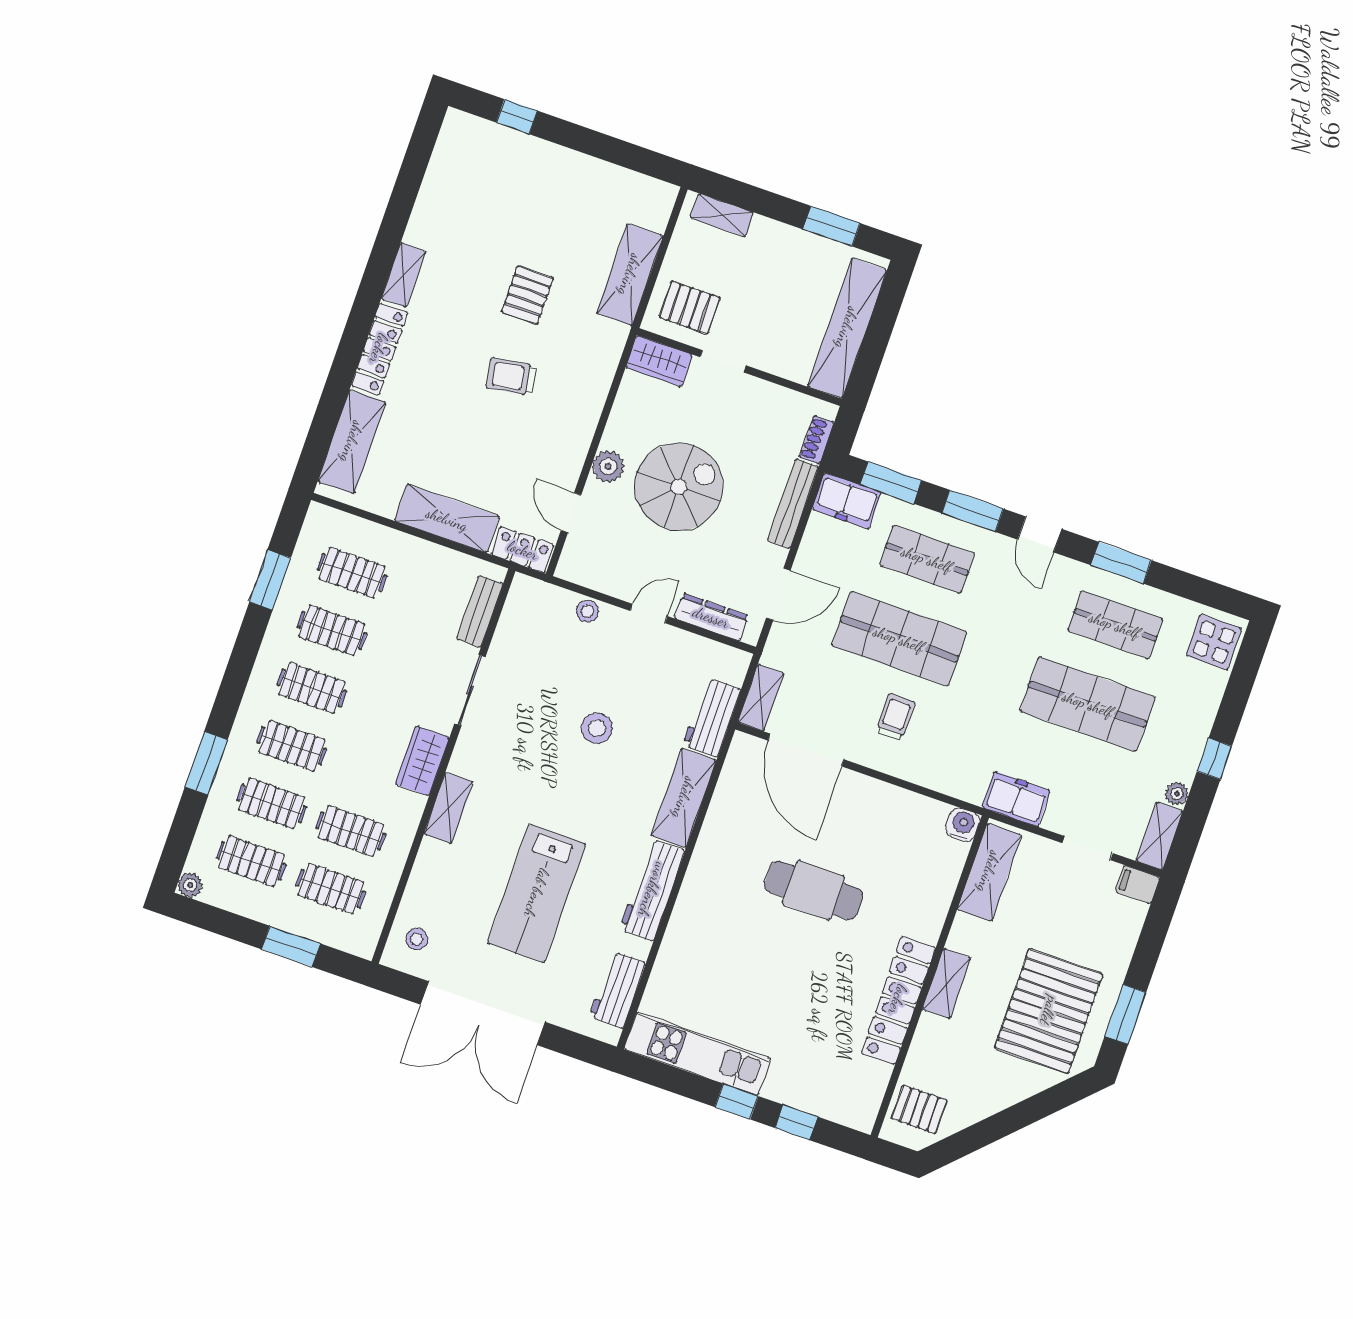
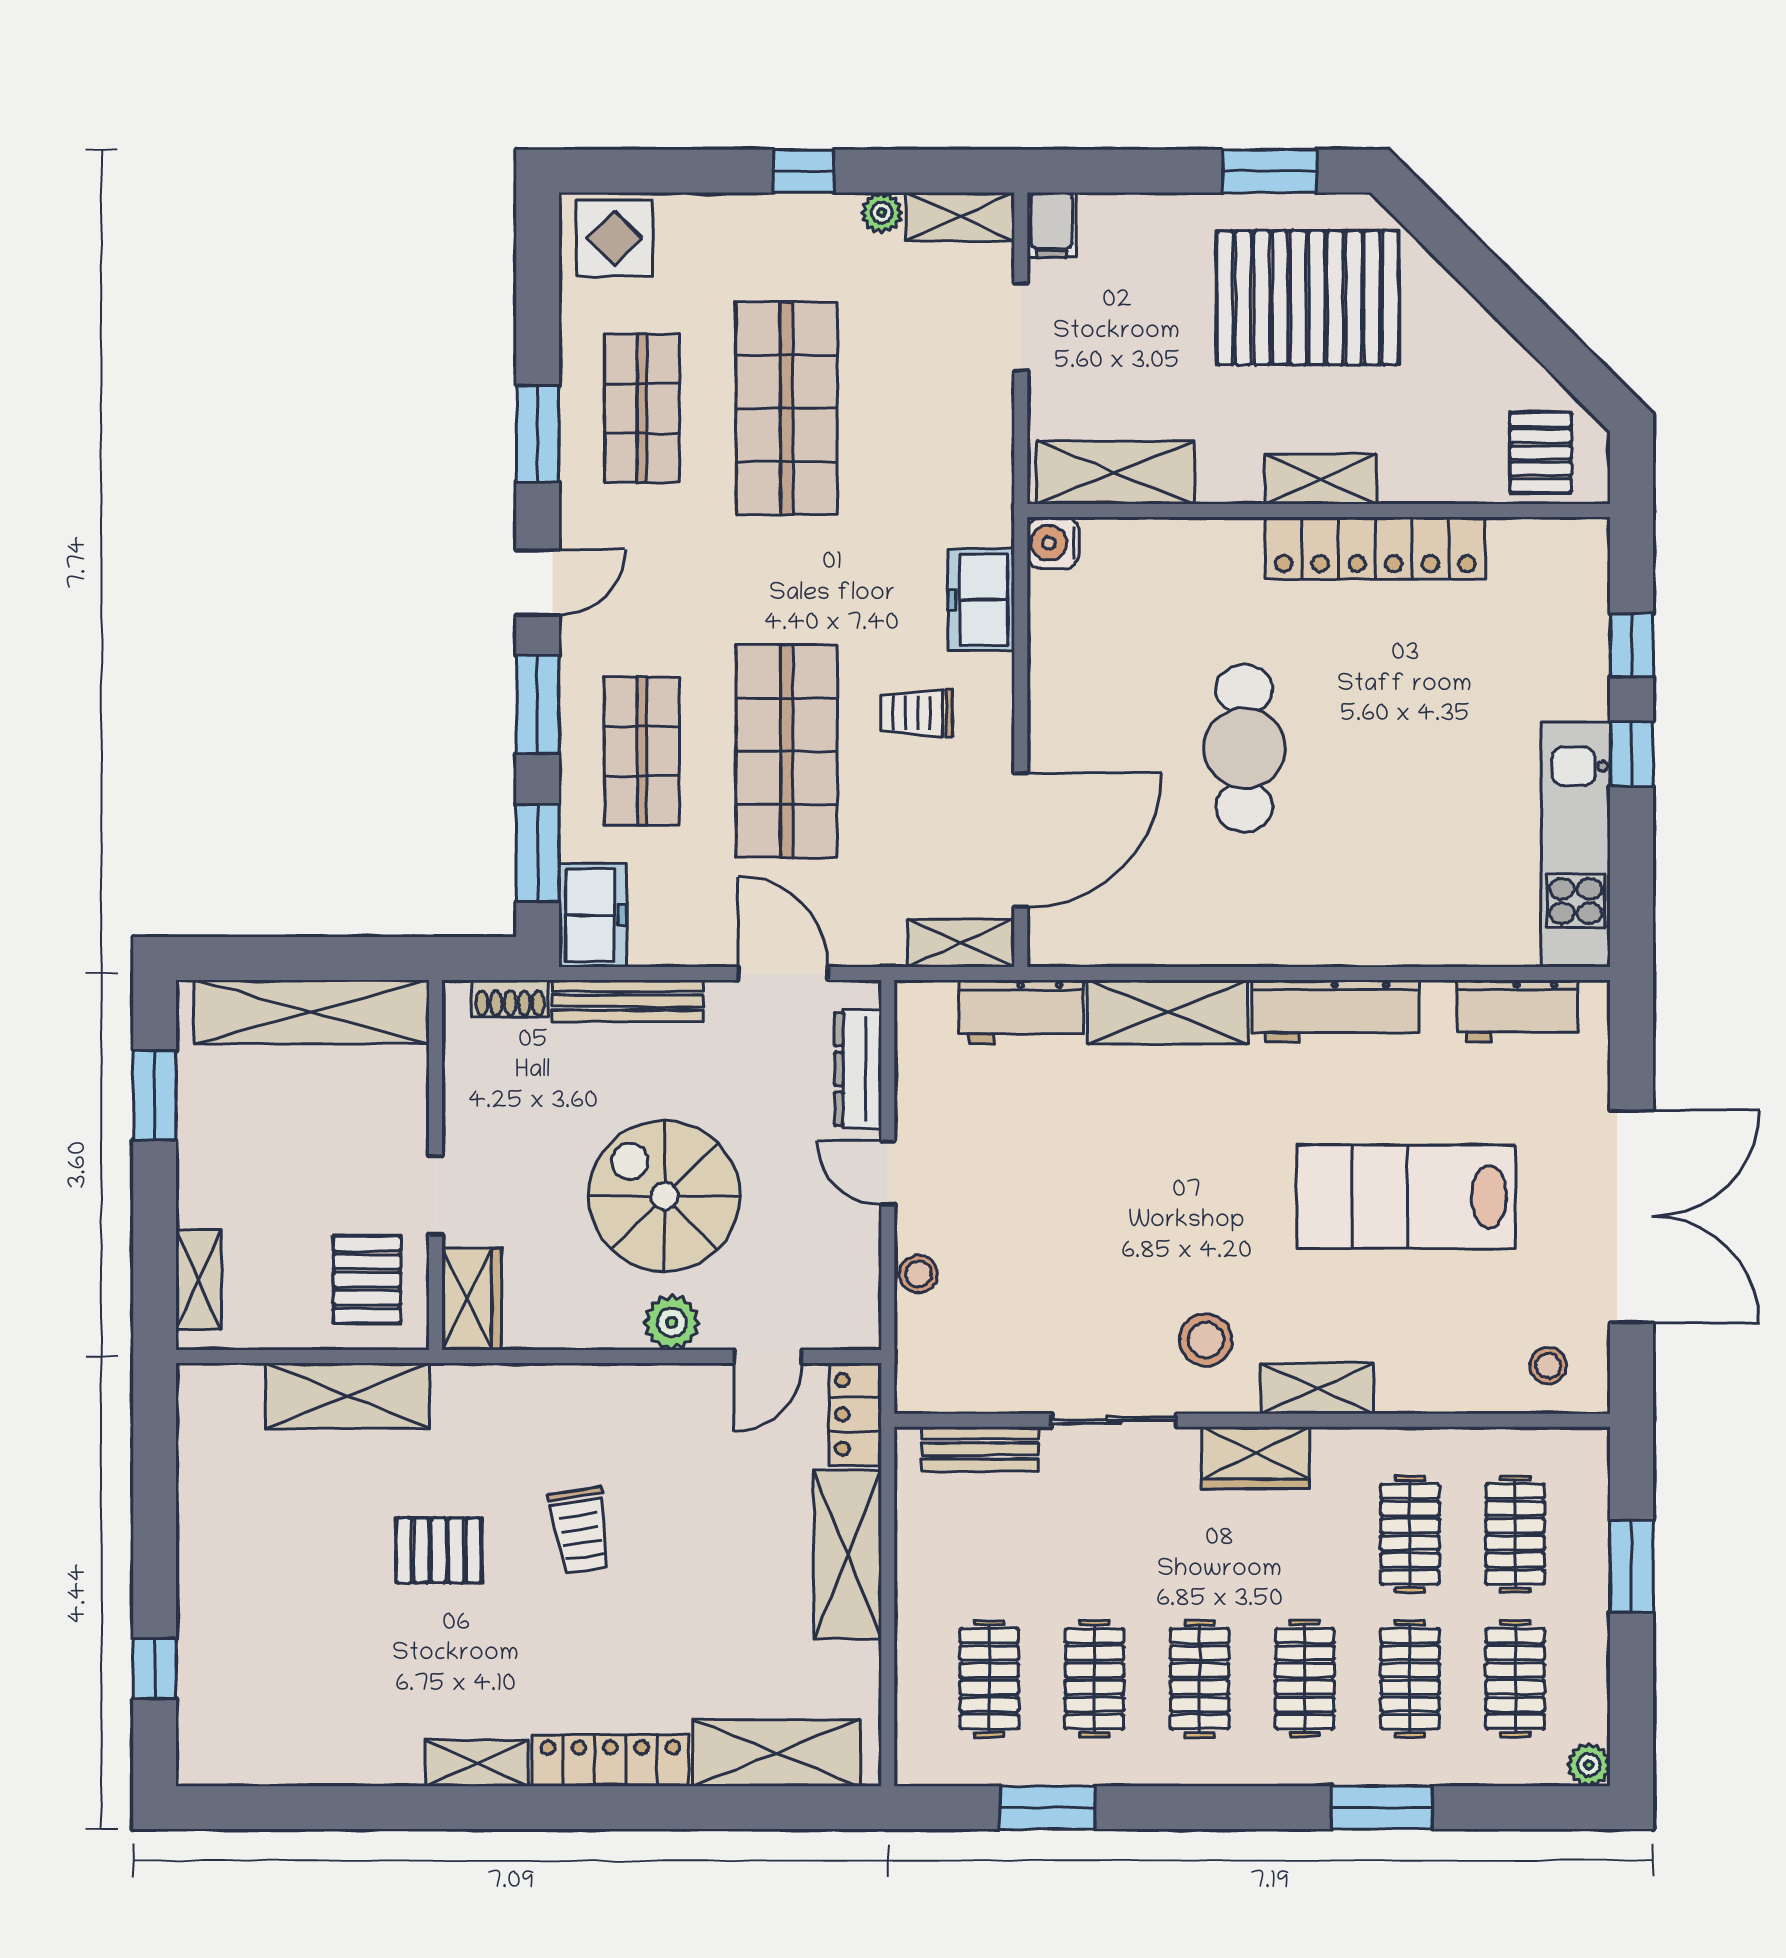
stool: (597, 728) -> (1206, 1340), moved
freezer: (1016, 799) -> (981, 600), moved
lab bench: (537, 893) -> (1406, 1197), turned 180

